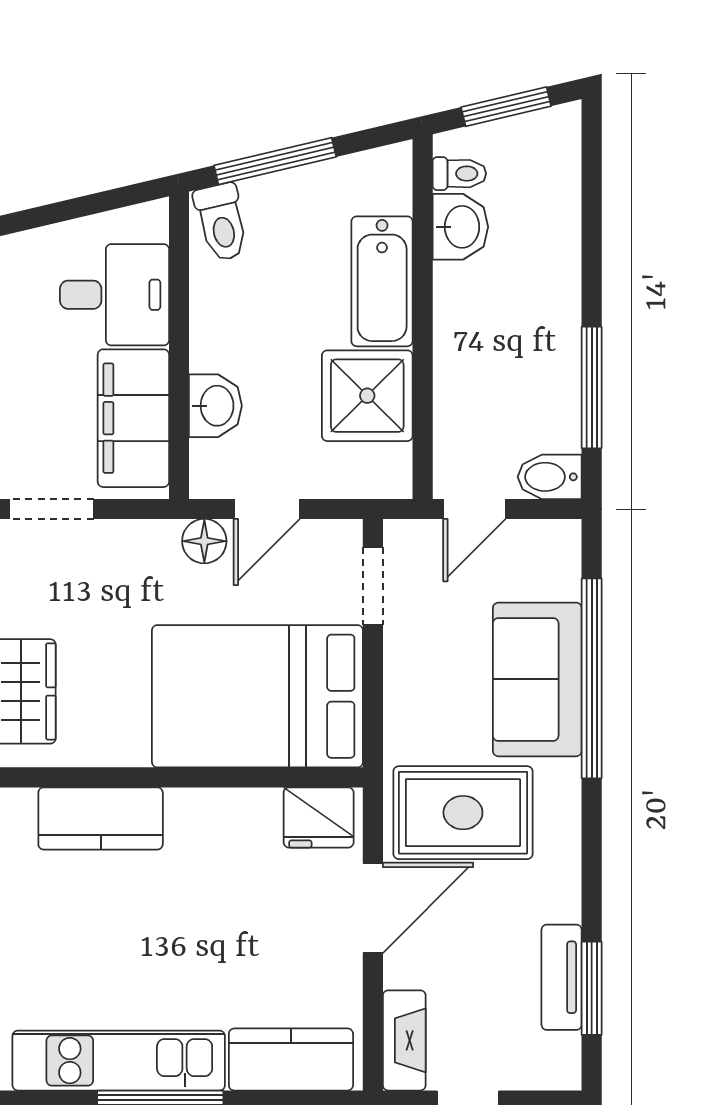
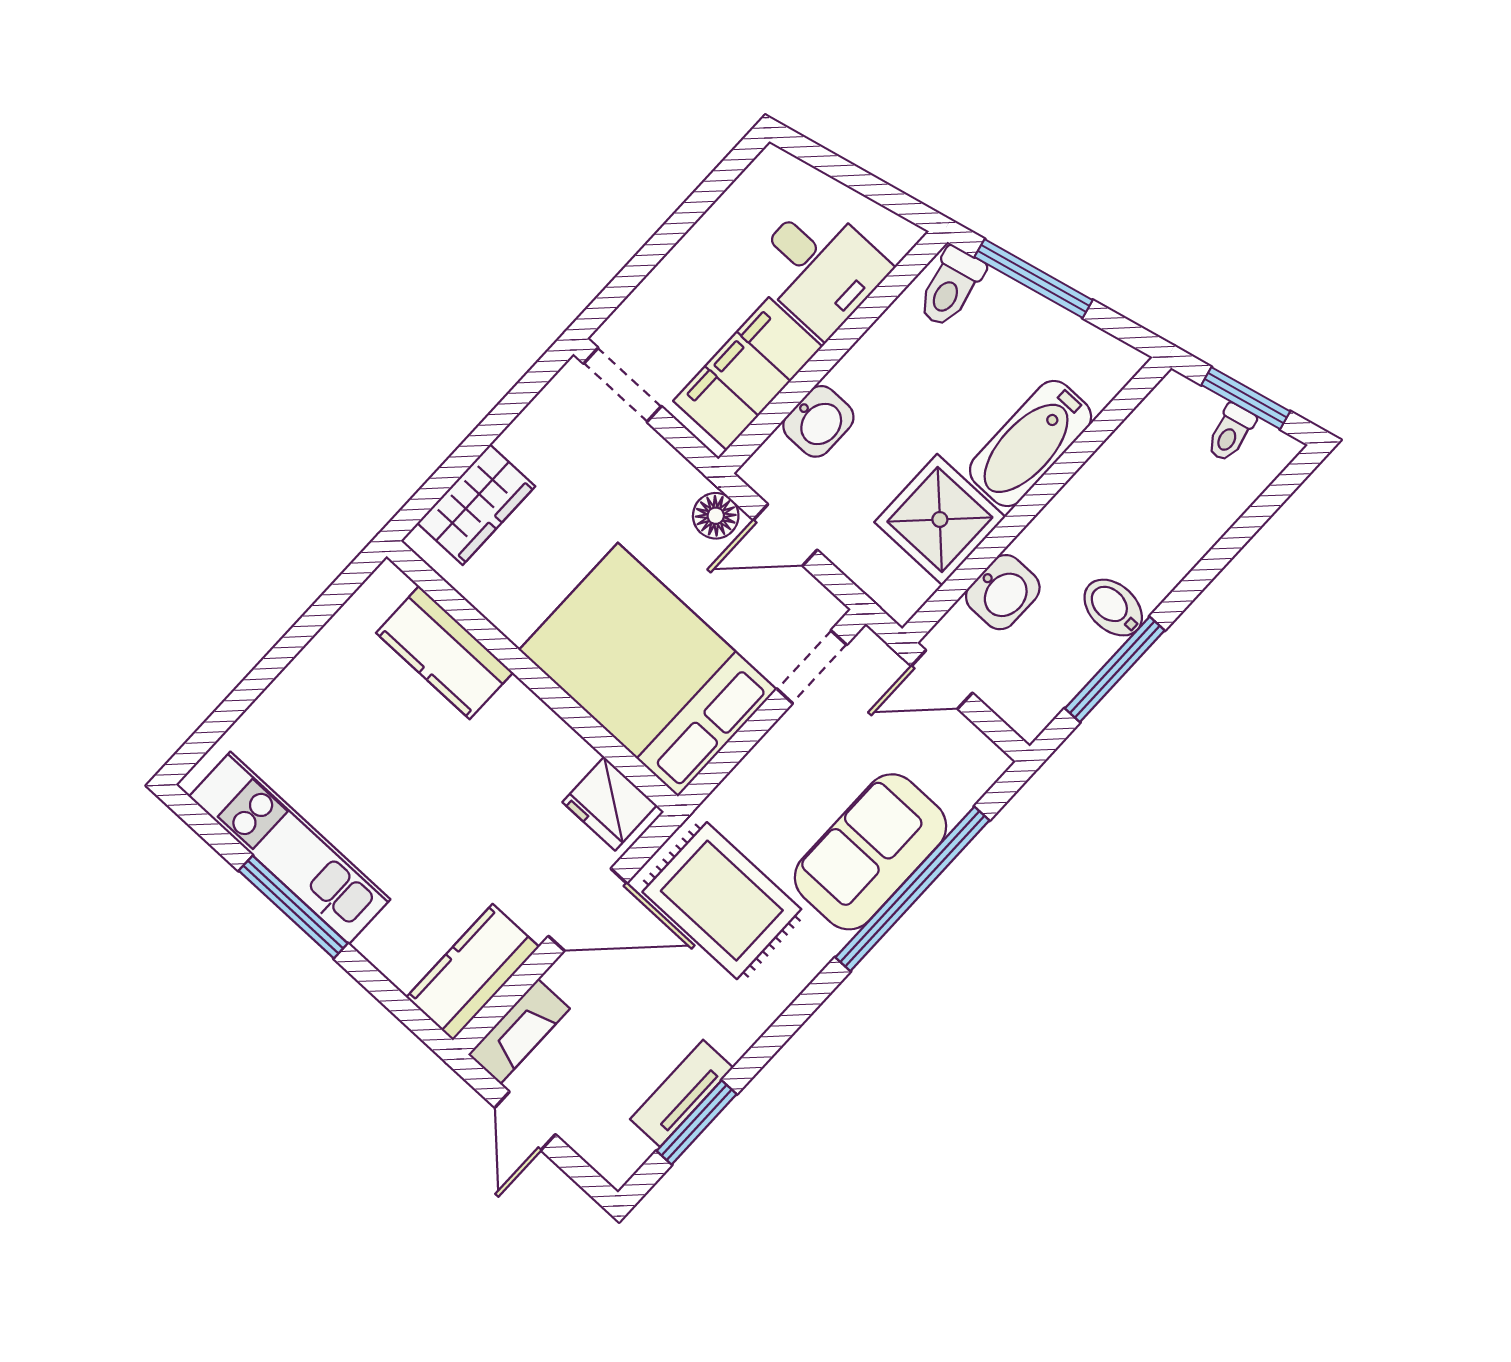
toilet: (459, 174) -> (1231, 433), moved, turned 77
washbasin: (460, 227) -> (1003, 592), moved
bidet: (550, 477) -> (1113, 608), moved
kitchen counter: (291, 1059) -> (473, 972), moved, turned -90

